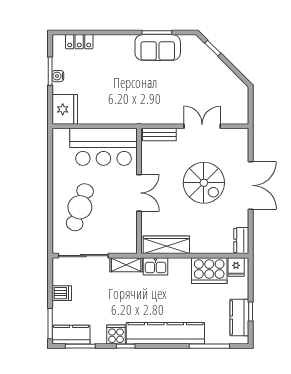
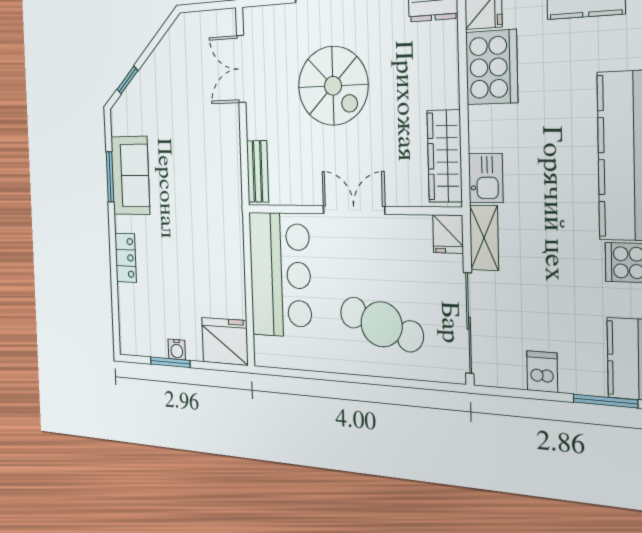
locker: (79, 42) -> (126, 258), moved
double door: (202, 126) -> (241, 69), moved
spiral stairs: (204, 183) -> (333, 86), turned 90
fridge: (128, 246) -> (448, 234), added

